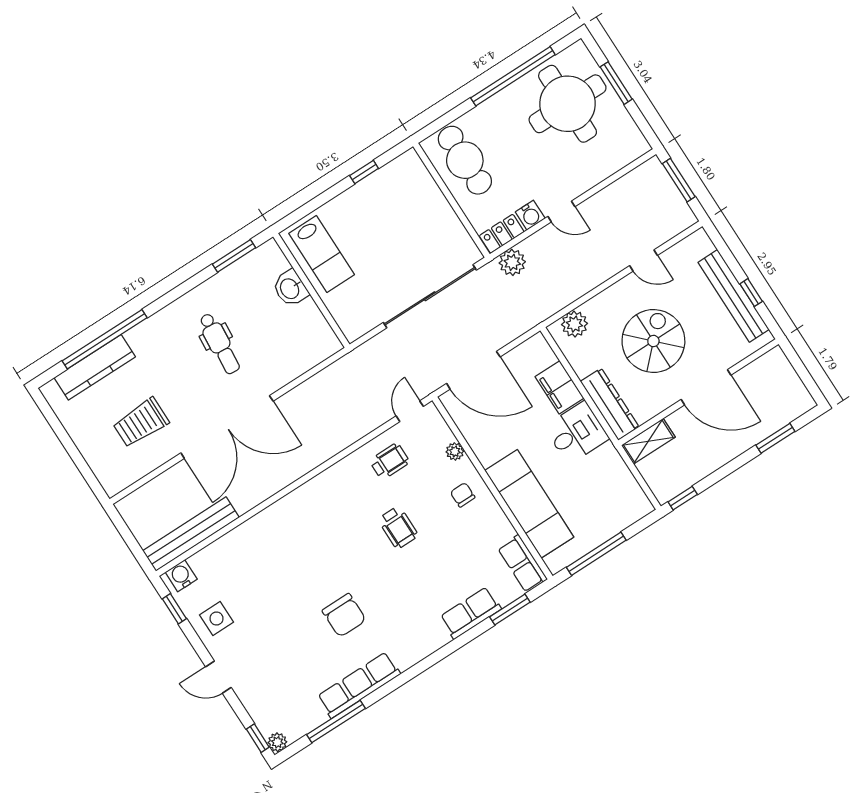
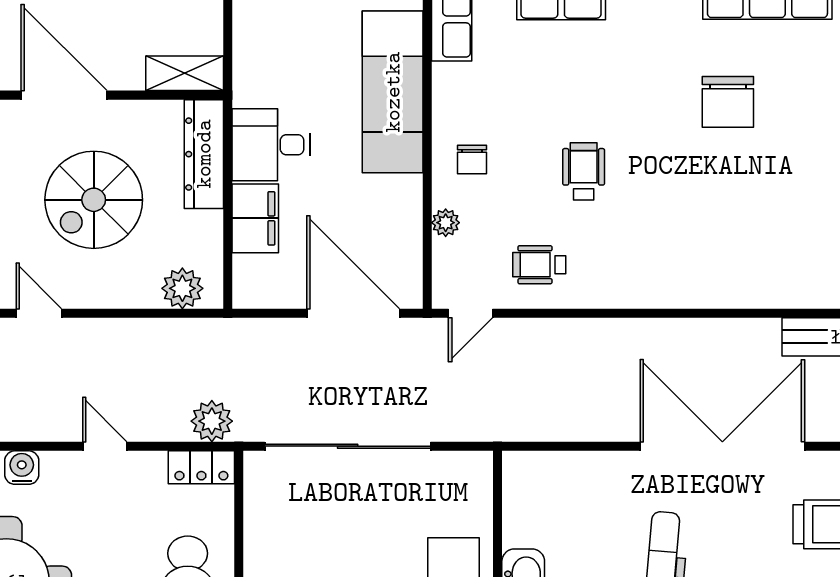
water cooler: (530, 215) -> (22, 468), moved
chair: (344, 615) -> (728, 102), turned 180

